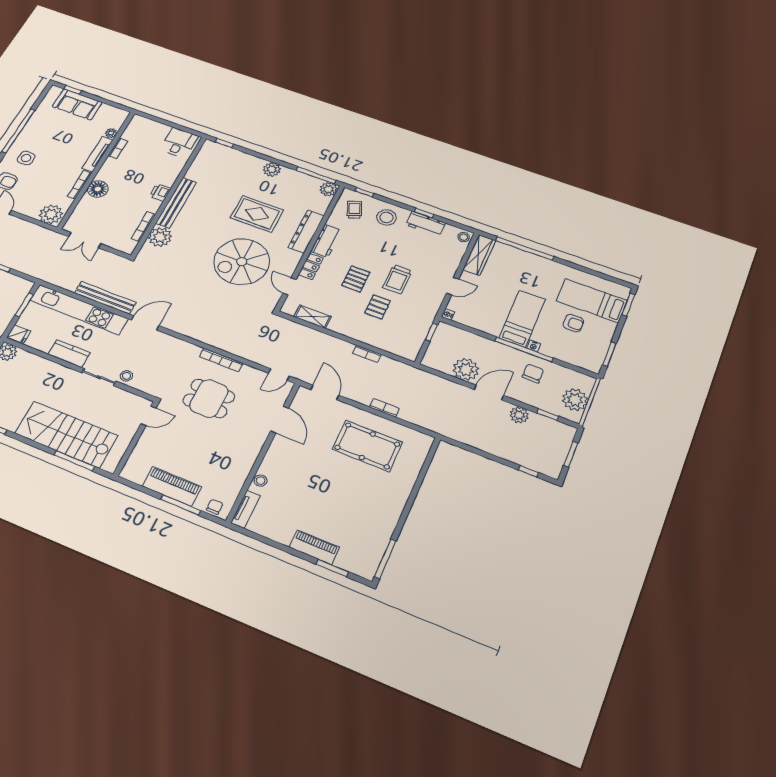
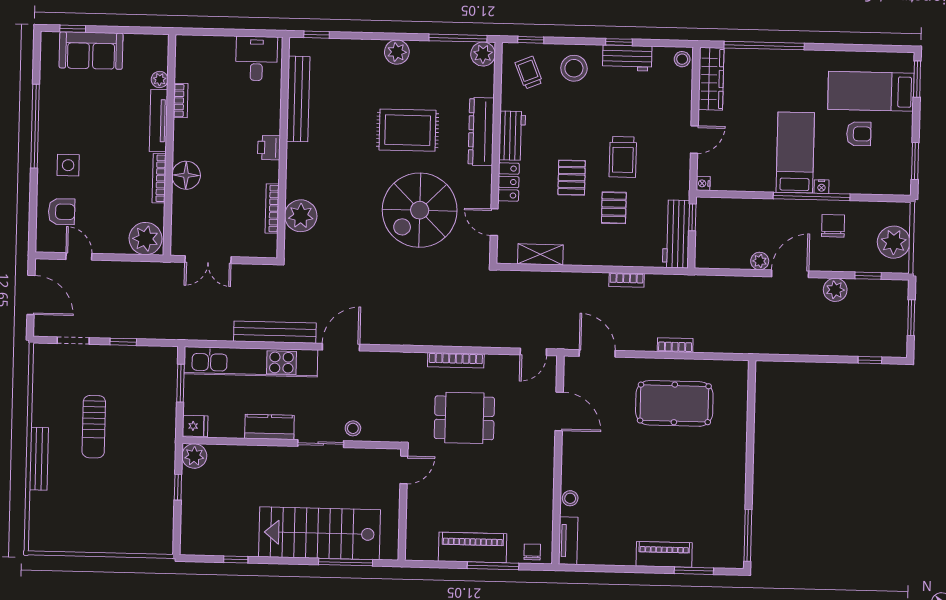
bench: (176, 203) -> (298, 99), moved
workbench: (415, 338) -> (676, 234), added
plant: (466, 369) -> (760, 261), width x0.53, depth x0.53

